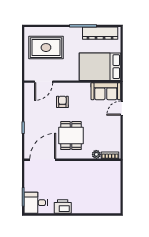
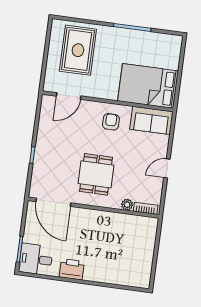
dresser: (100, 33) -> (154, 40), removed
rug: (46, 48) -> (78, 50), turned 90
armchair: (62, 102) -> (111, 122), moved
door: (122, 108) -> (167, 168), moved
door: (43, 160) -> (53, 202), swing flipped

